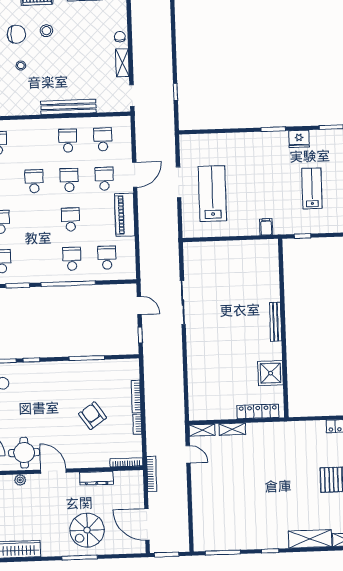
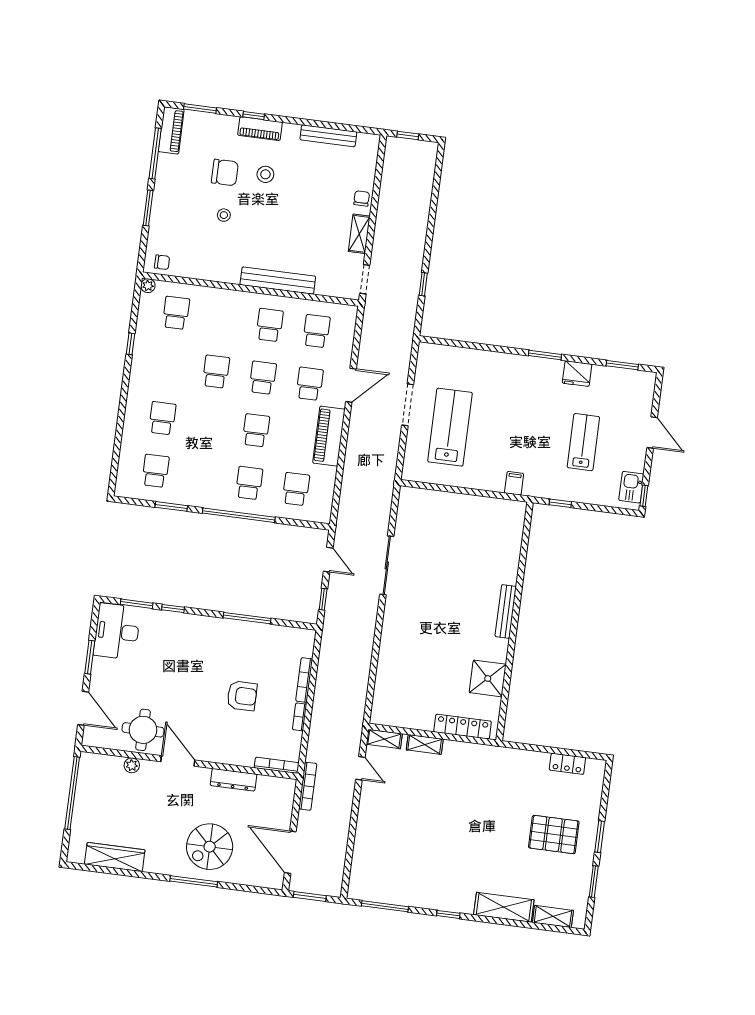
armchair: (92, 416) -> (242, 696), turned 125

